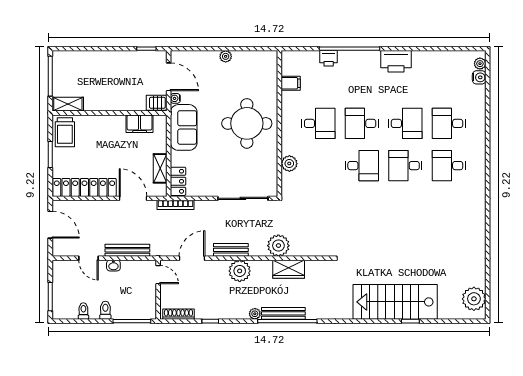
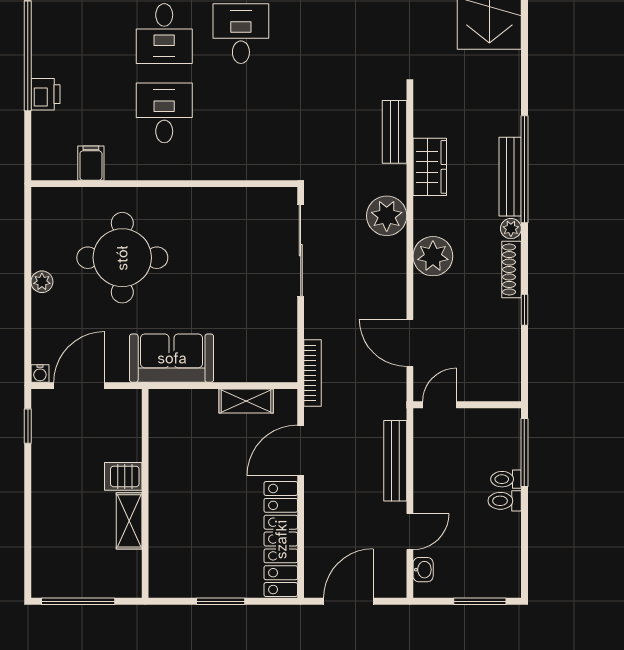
water cooler: (175, 98) -> (40, 373), moved
server rack: (157, 103) -> (123, 476), moved, turned 90
shelving: (68, 104) -> (129, 521), moved
round table: (247, 123) -> (122, 258), moved
filing cabinet: (140, 124) -> (165, 439), removed
trolley: (65, 132) -> (180, 575), removed
plant: (289, 164) -> (237, 166), removed
locker: (178, 181) -> (270, 368), removed
plant: (278, 246) -> (387, 216), moved
bench: (231, 250) -> (395, 132), moved
washbasin: (113, 266) -> (423, 570), moved
toilet: (83, 311) -> (506, 479), moved
shoe rack: (178, 314) -> (512, 270), moved

